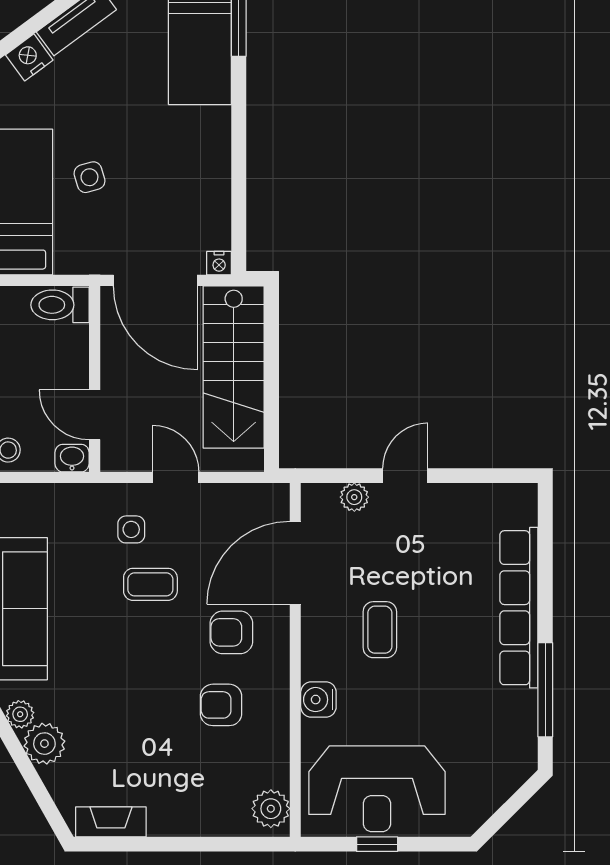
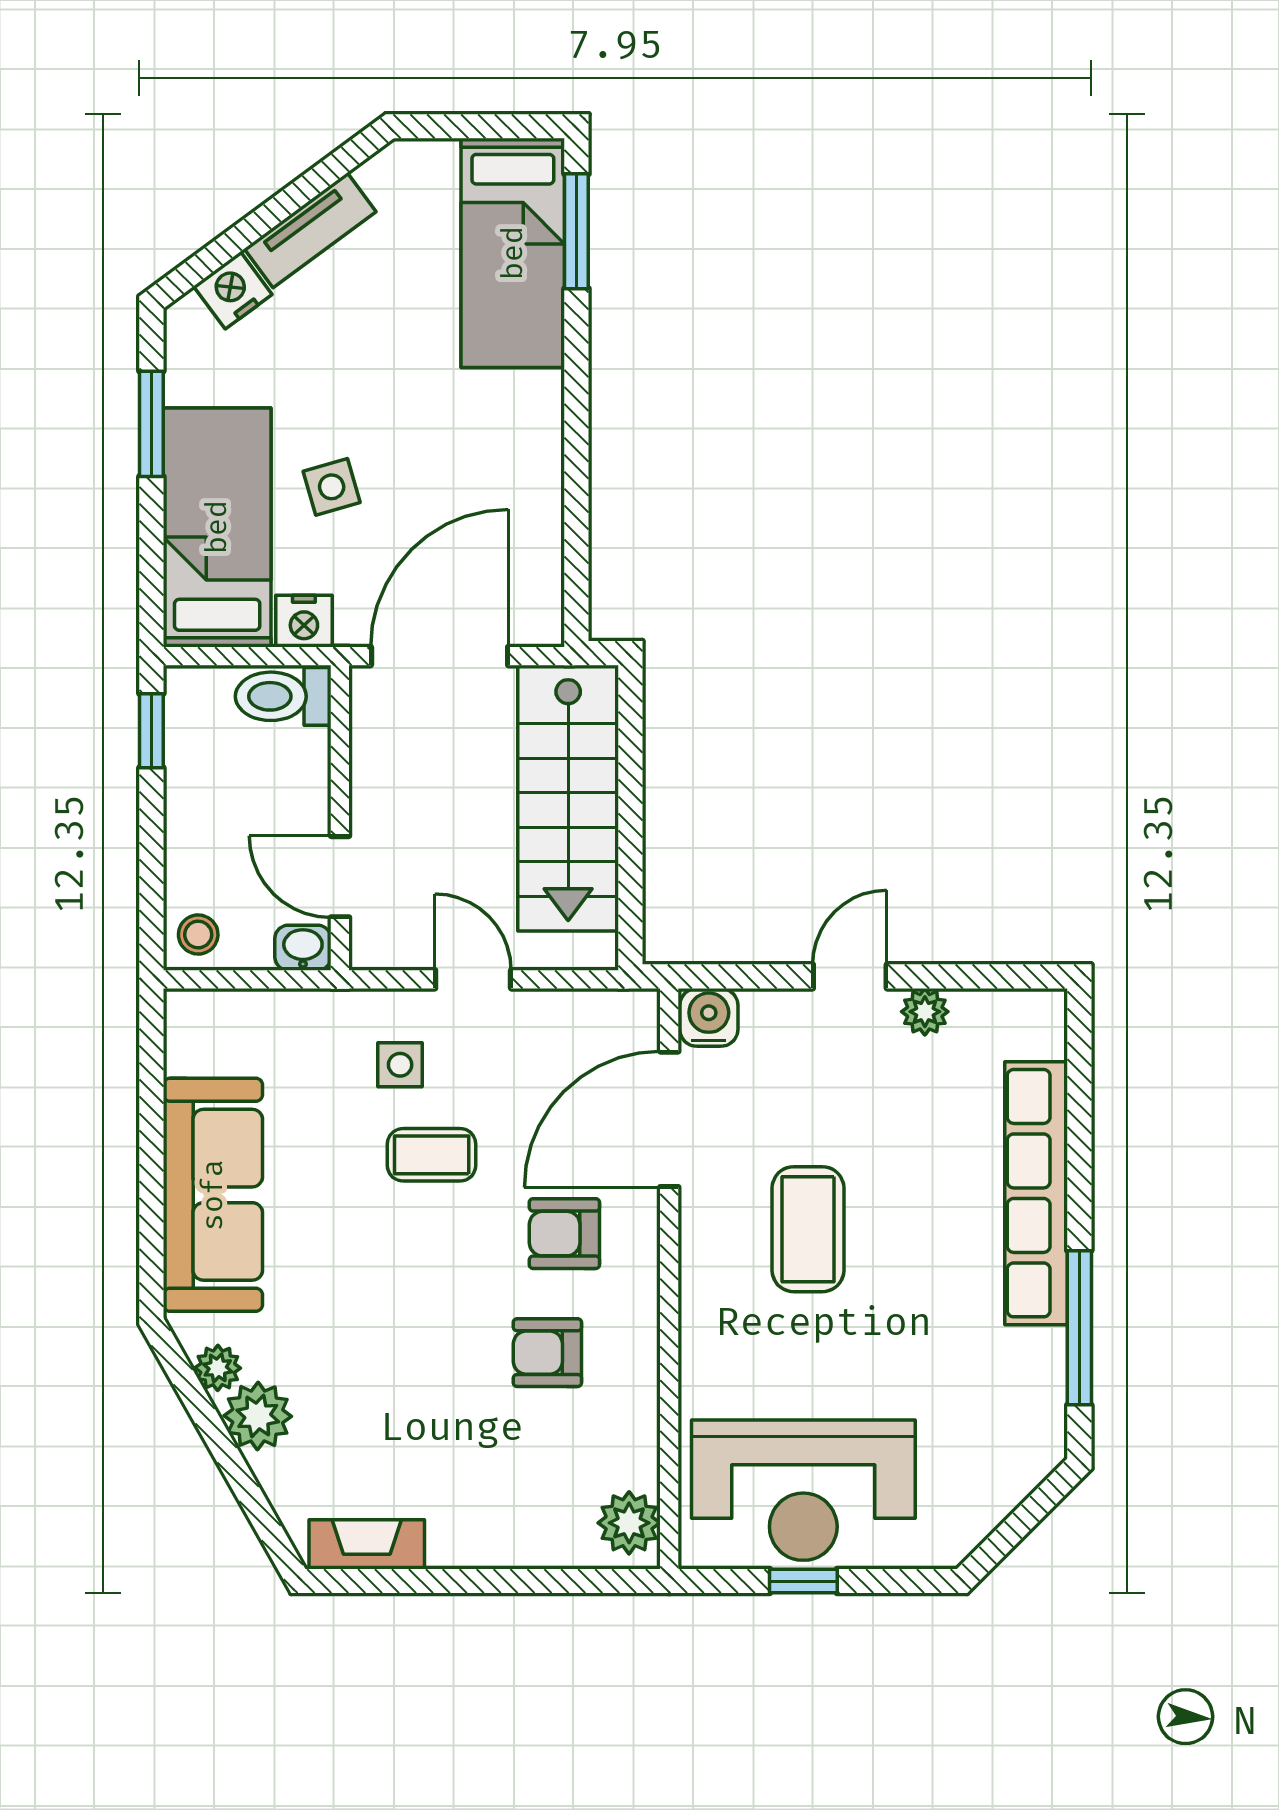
nightstand: (219, 263) -> (304, 621), moved, width x1.39, depth x1.35
door: (155, 280) -> (440, 656), swing flipped
plant: (354, 497) -> (925, 1012), moved
coffee table: (380, 630) -> (808, 1229), width x1.36, depth x1.30
water cooler: (318, 700) -> (709, 1017), moved, turned 90

